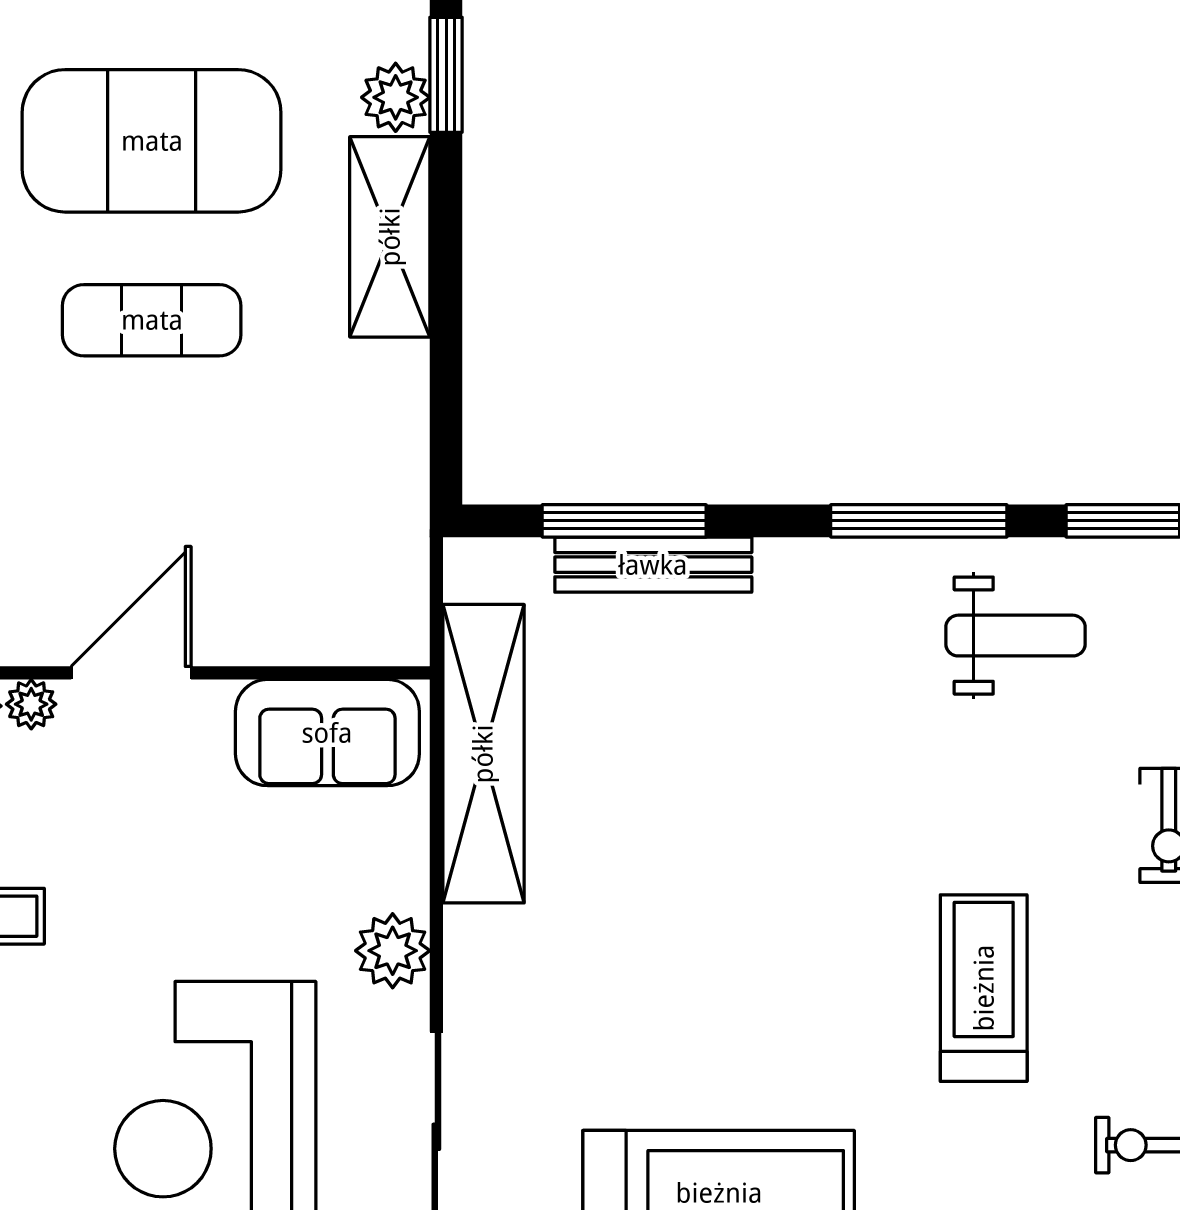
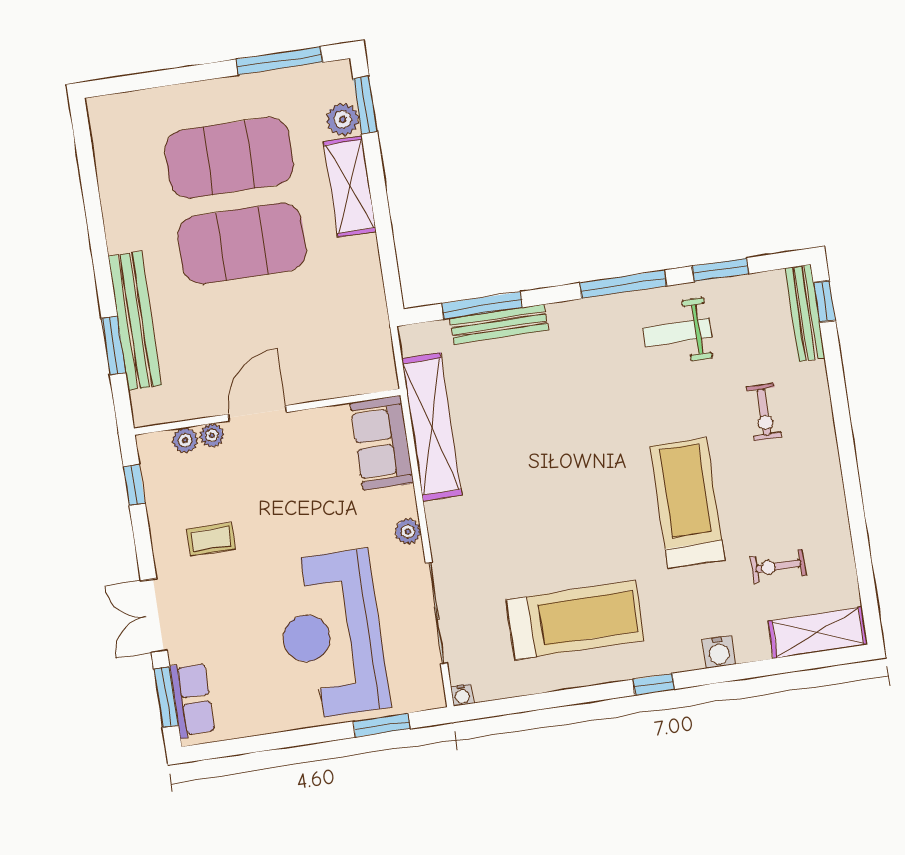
exercise mat: (152, 320) -> (242, 243), width x2.00, depth x1.45
weight bench: (1015, 636) -> (677, 332), turned 180
sofa: (327, 733) -> (382, 443), moved, turned 90
plant: (393, 951) -> (408, 531), width x0.73, depth x0.73
treadmill: (984, 988) -> (687, 503), width x1.37, depth x1.38

